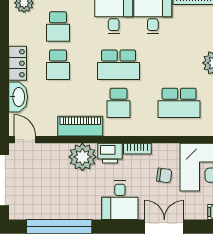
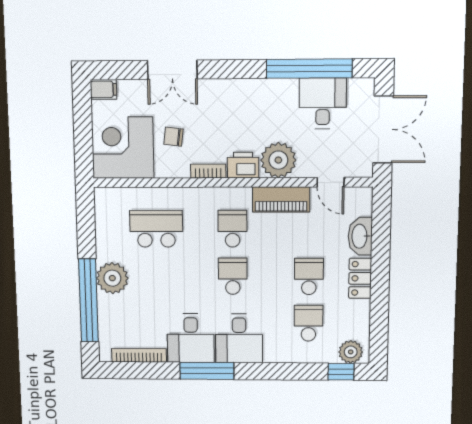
school desk: (119, 65) -> (233, 276), width x0.54
door: (25, 140) -> (331, 182), moved
desk: (120, 200) -> (323, 103), moved

